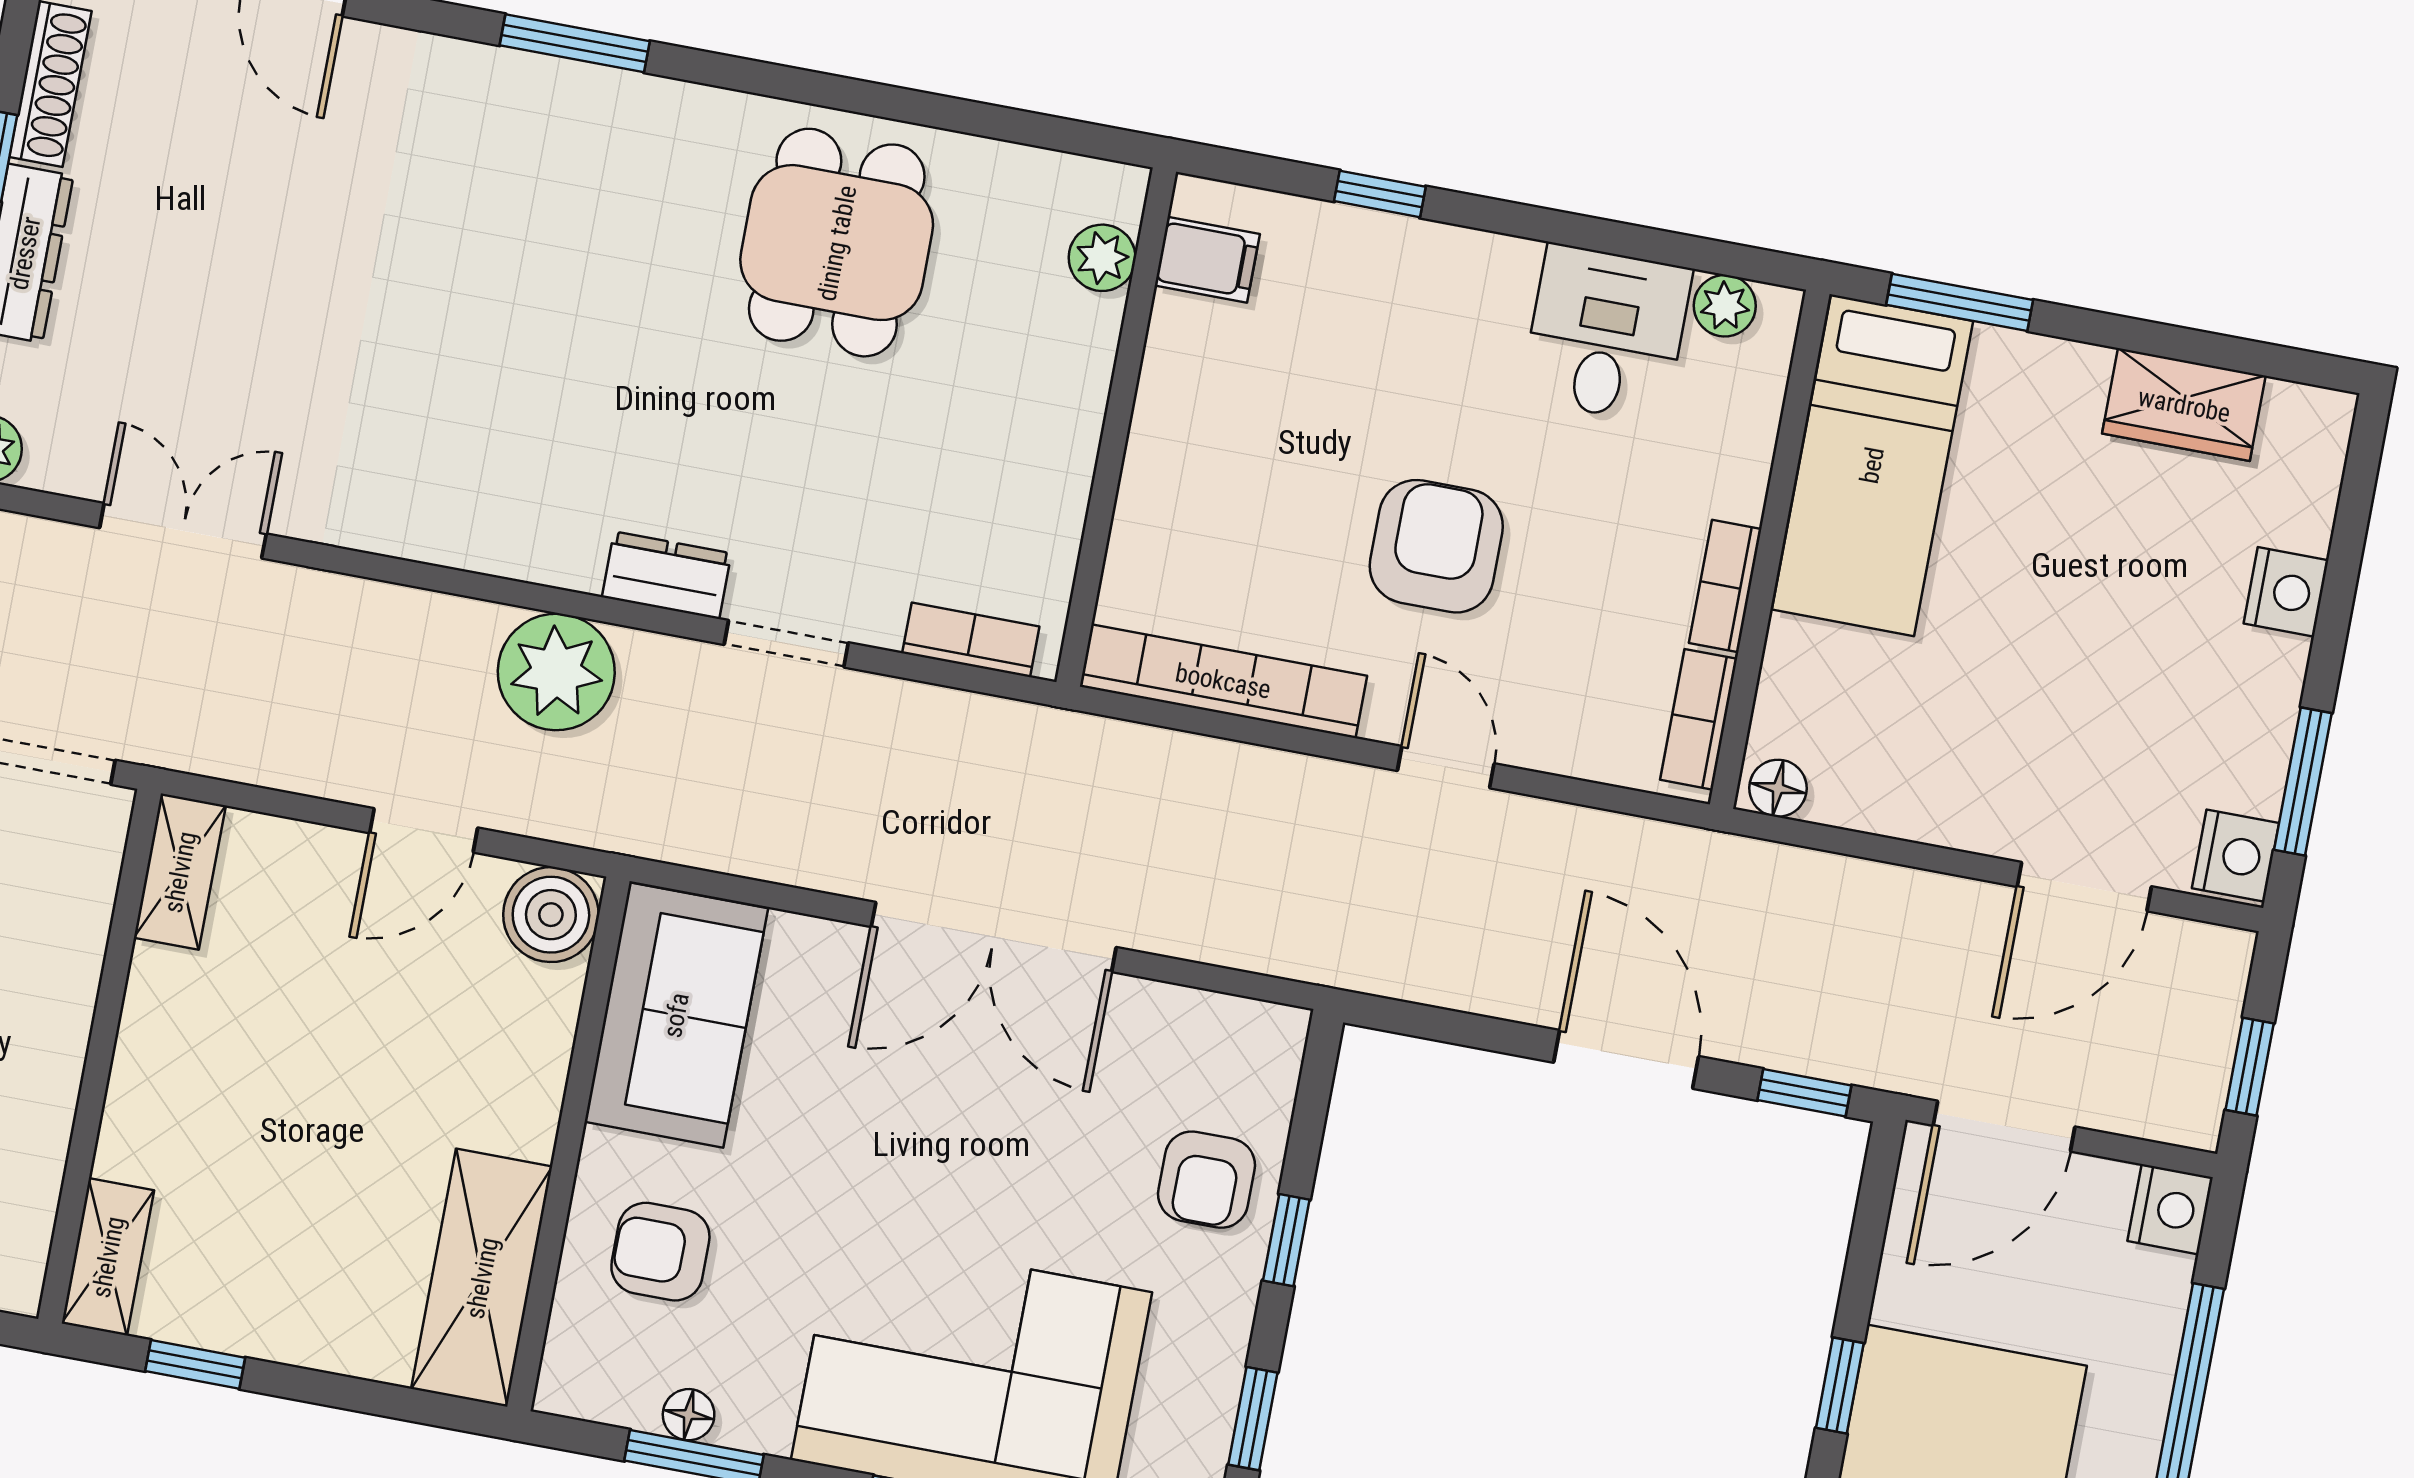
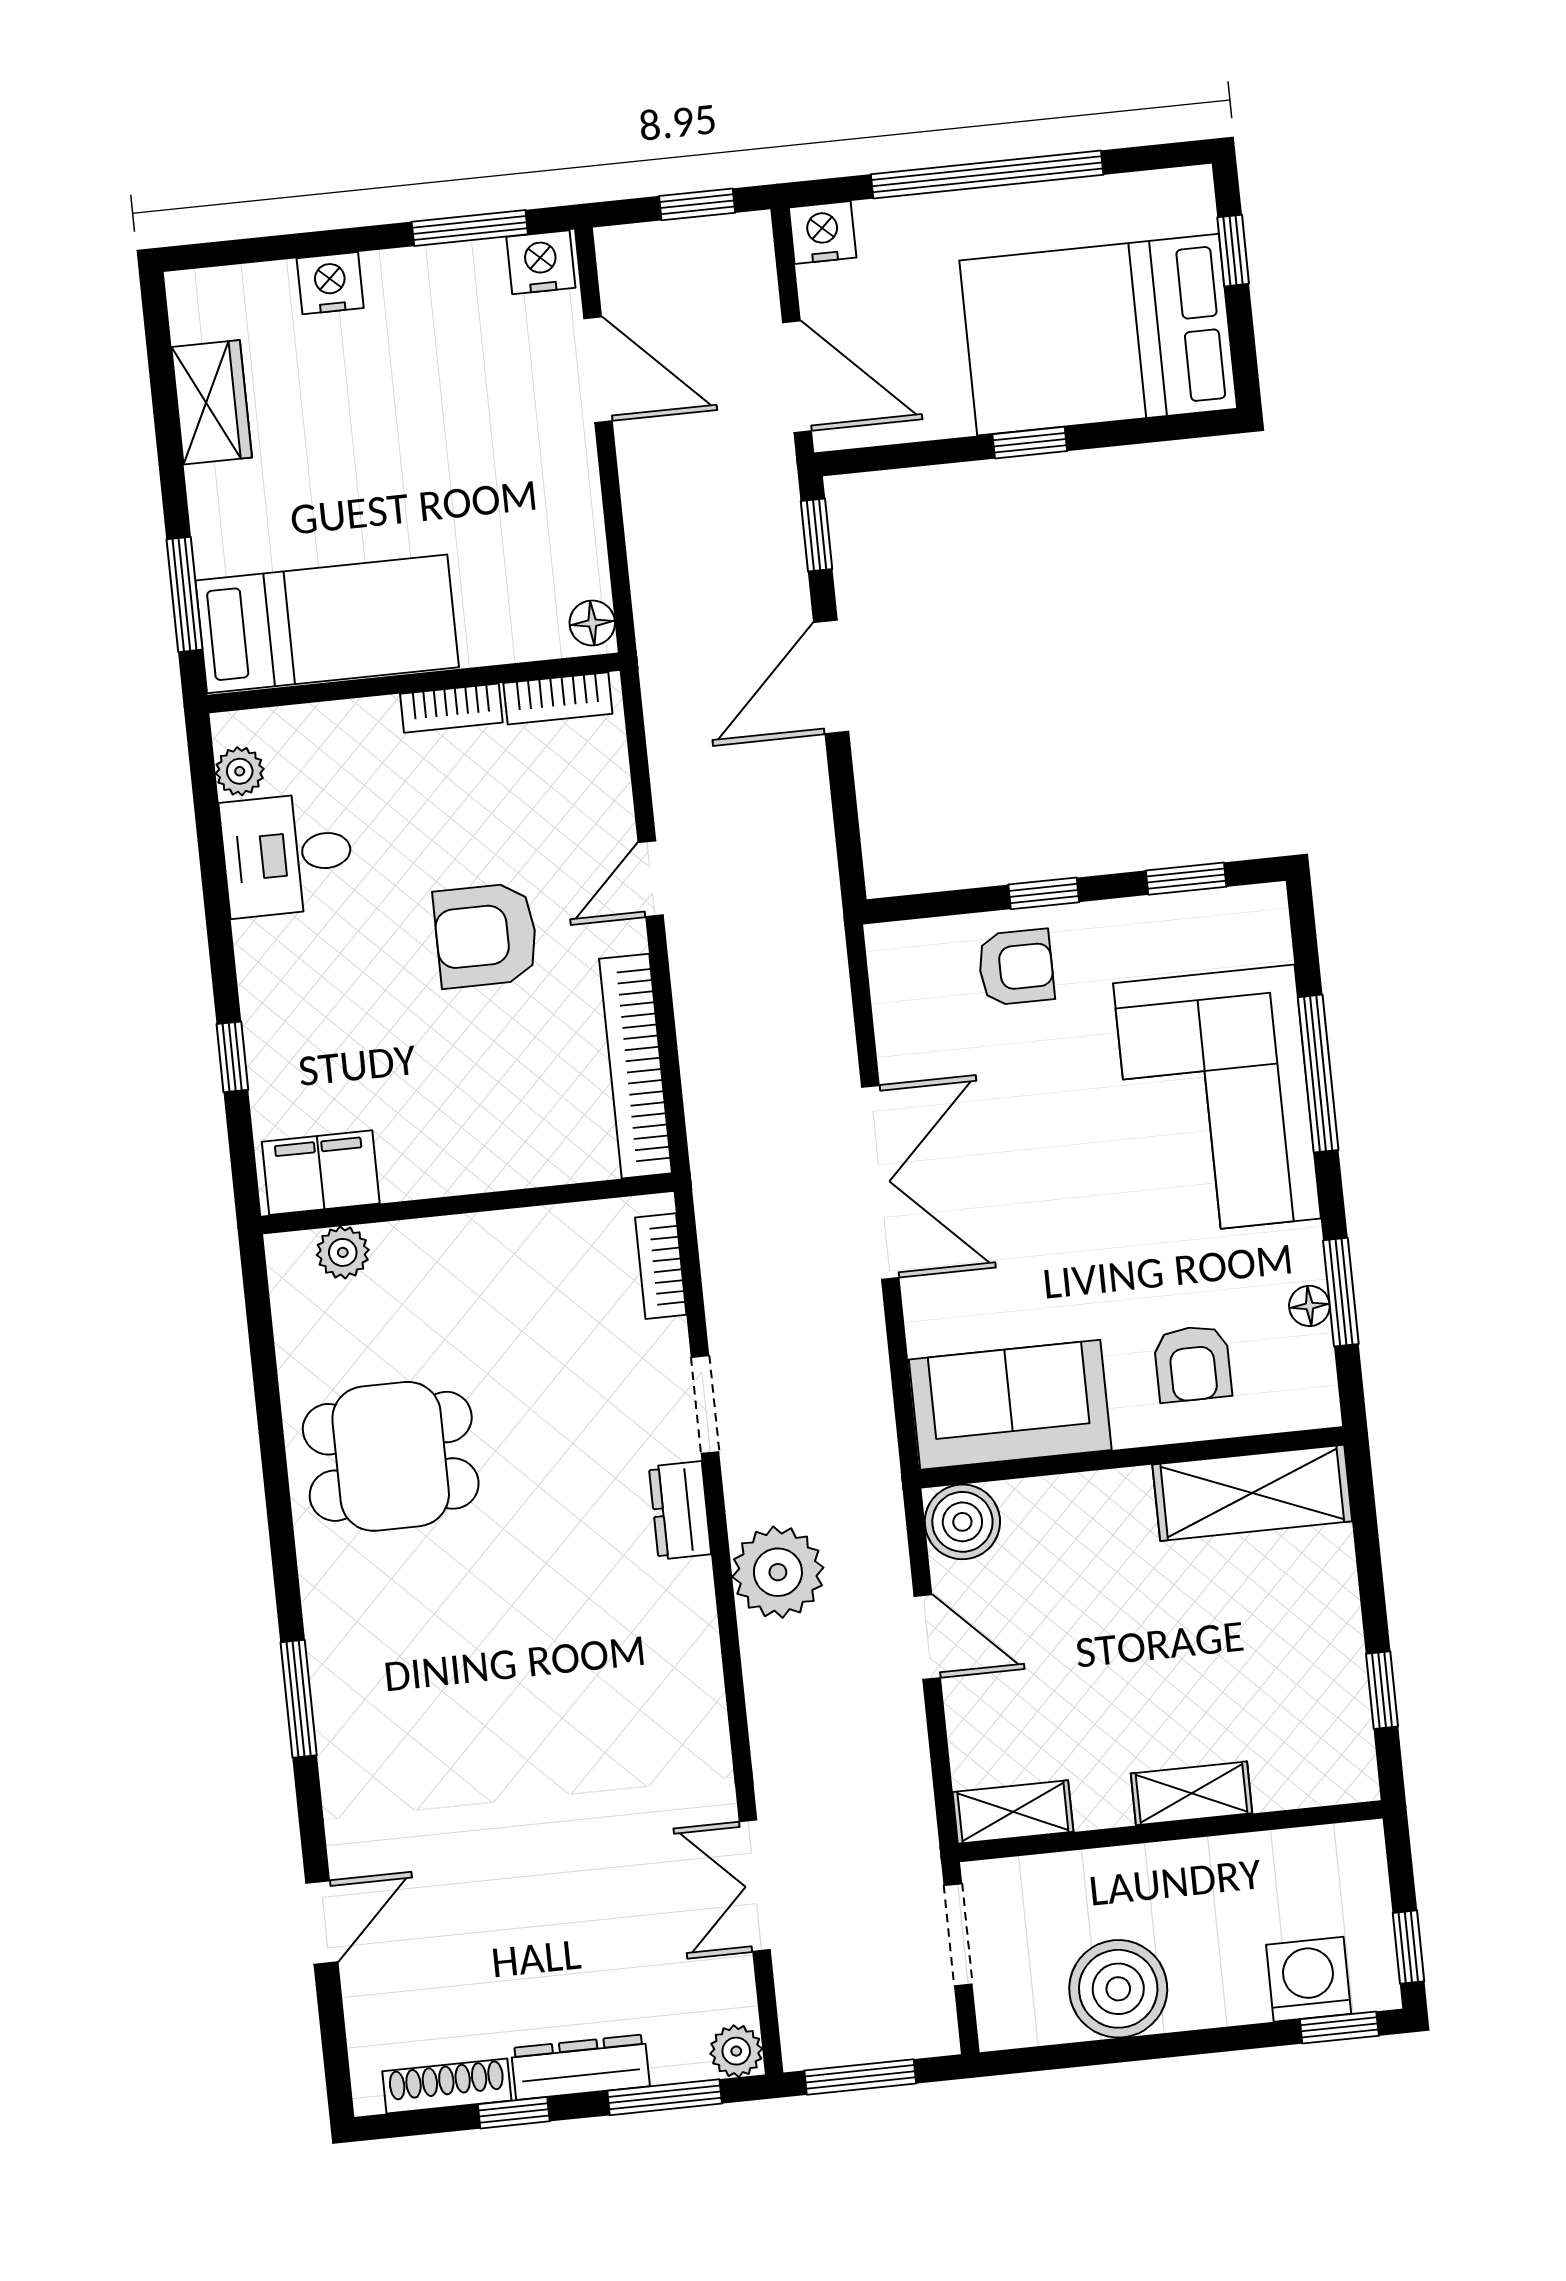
filing cabinet: (1207, 260) -> (321, 1173), width x2.00
shelving: (108, 1257) -> (1191, 1793), moved

